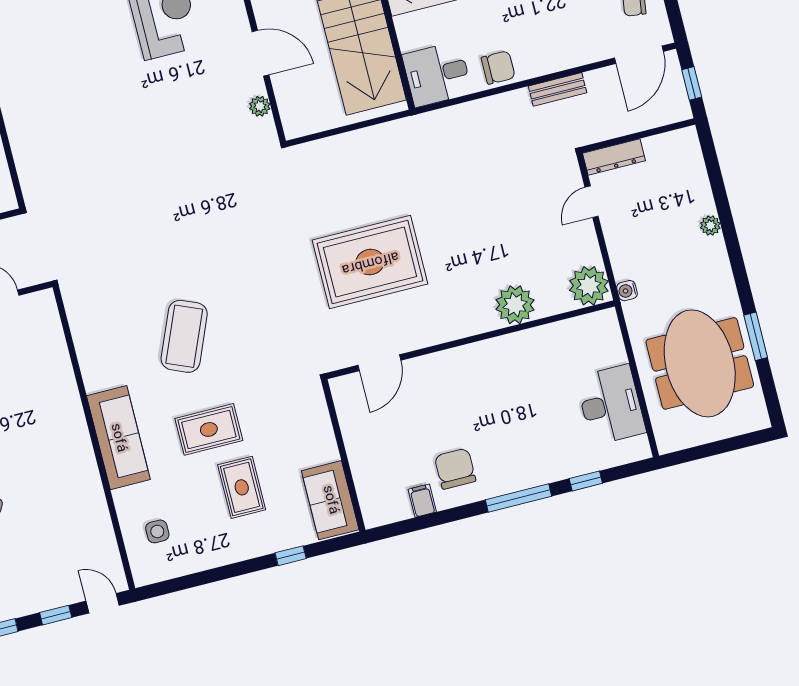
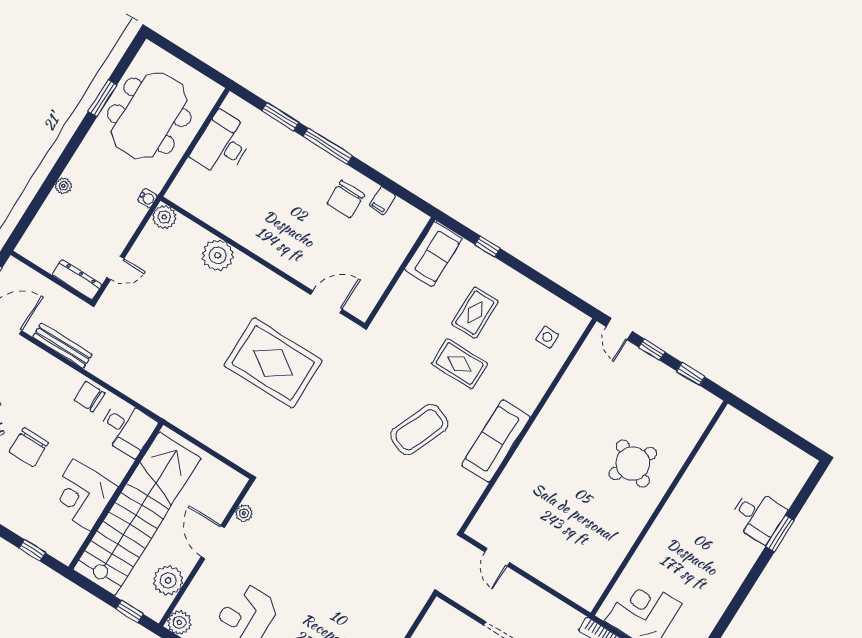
bench: (558, 89) -> (62, 346), width x1.36
plant: (589, 286) -> (164, 217), width x0.73, depth x0.73
sofa: (118, 438) -> (496, 441), moved
window: (586, 481) -> (281, 117), width x1.50

